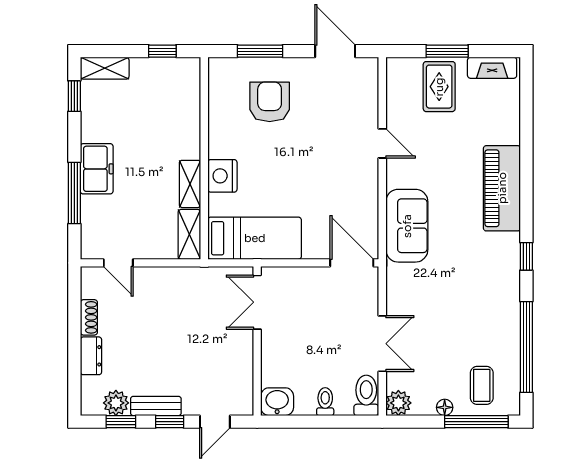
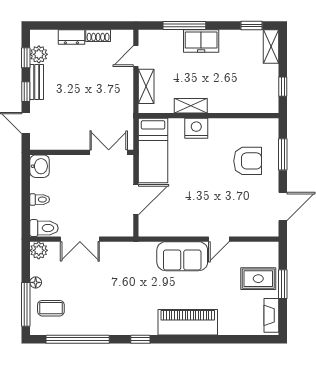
sofa: (407, 226) -> (182, 256), moved
shelving: (189, 234) -> (146, 86), moved, turned 90
door: (352, 263) -> (136, 200), moved

